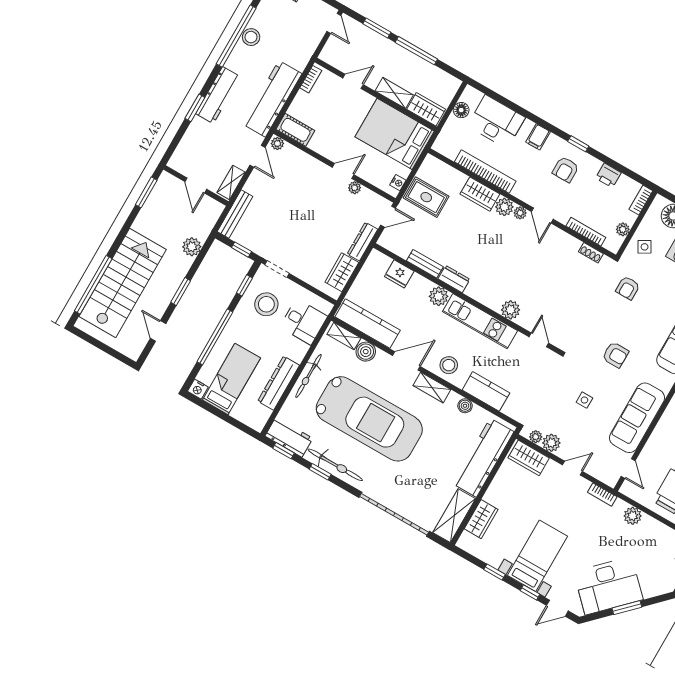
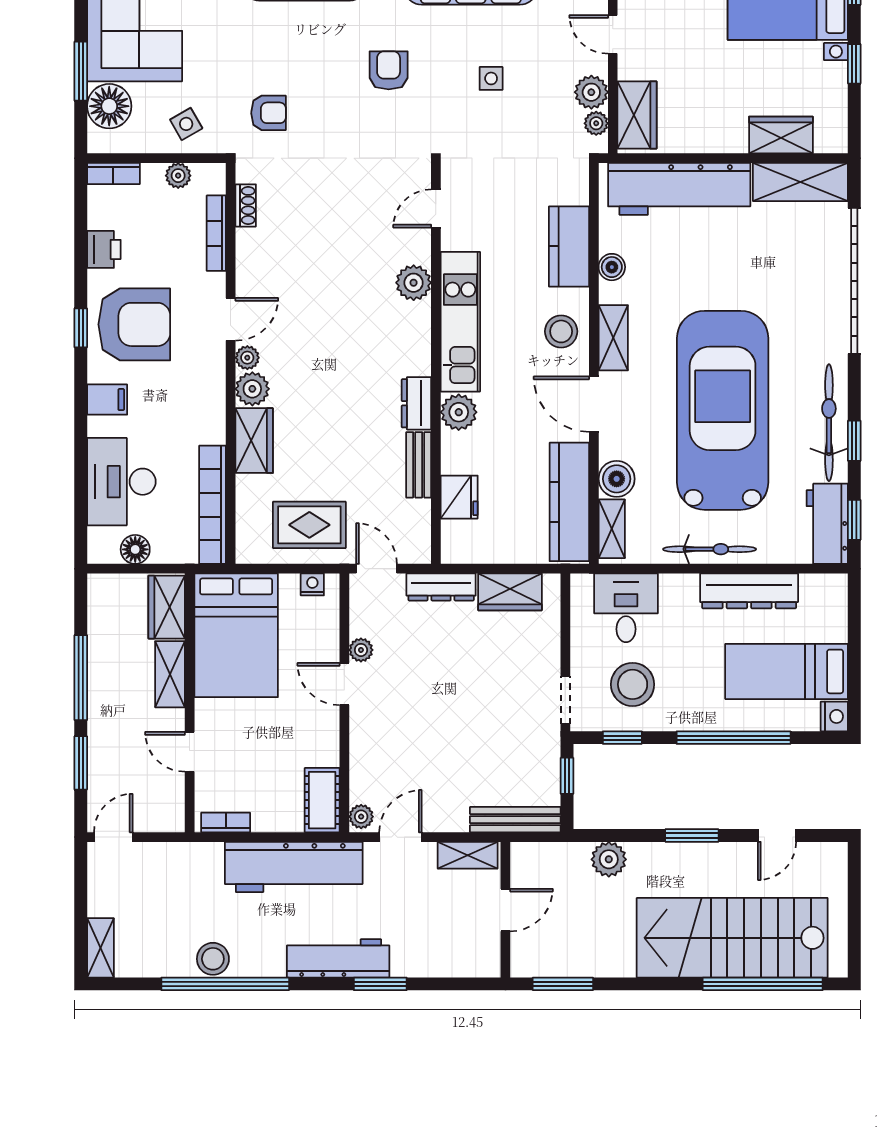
armchair: (566, 169) -> (134, 324), width x1.88, depth x1.88
bookcase: (485, 172) -> (213, 505), moved
rug: (426, 197) -> (309, 525), turned 90

